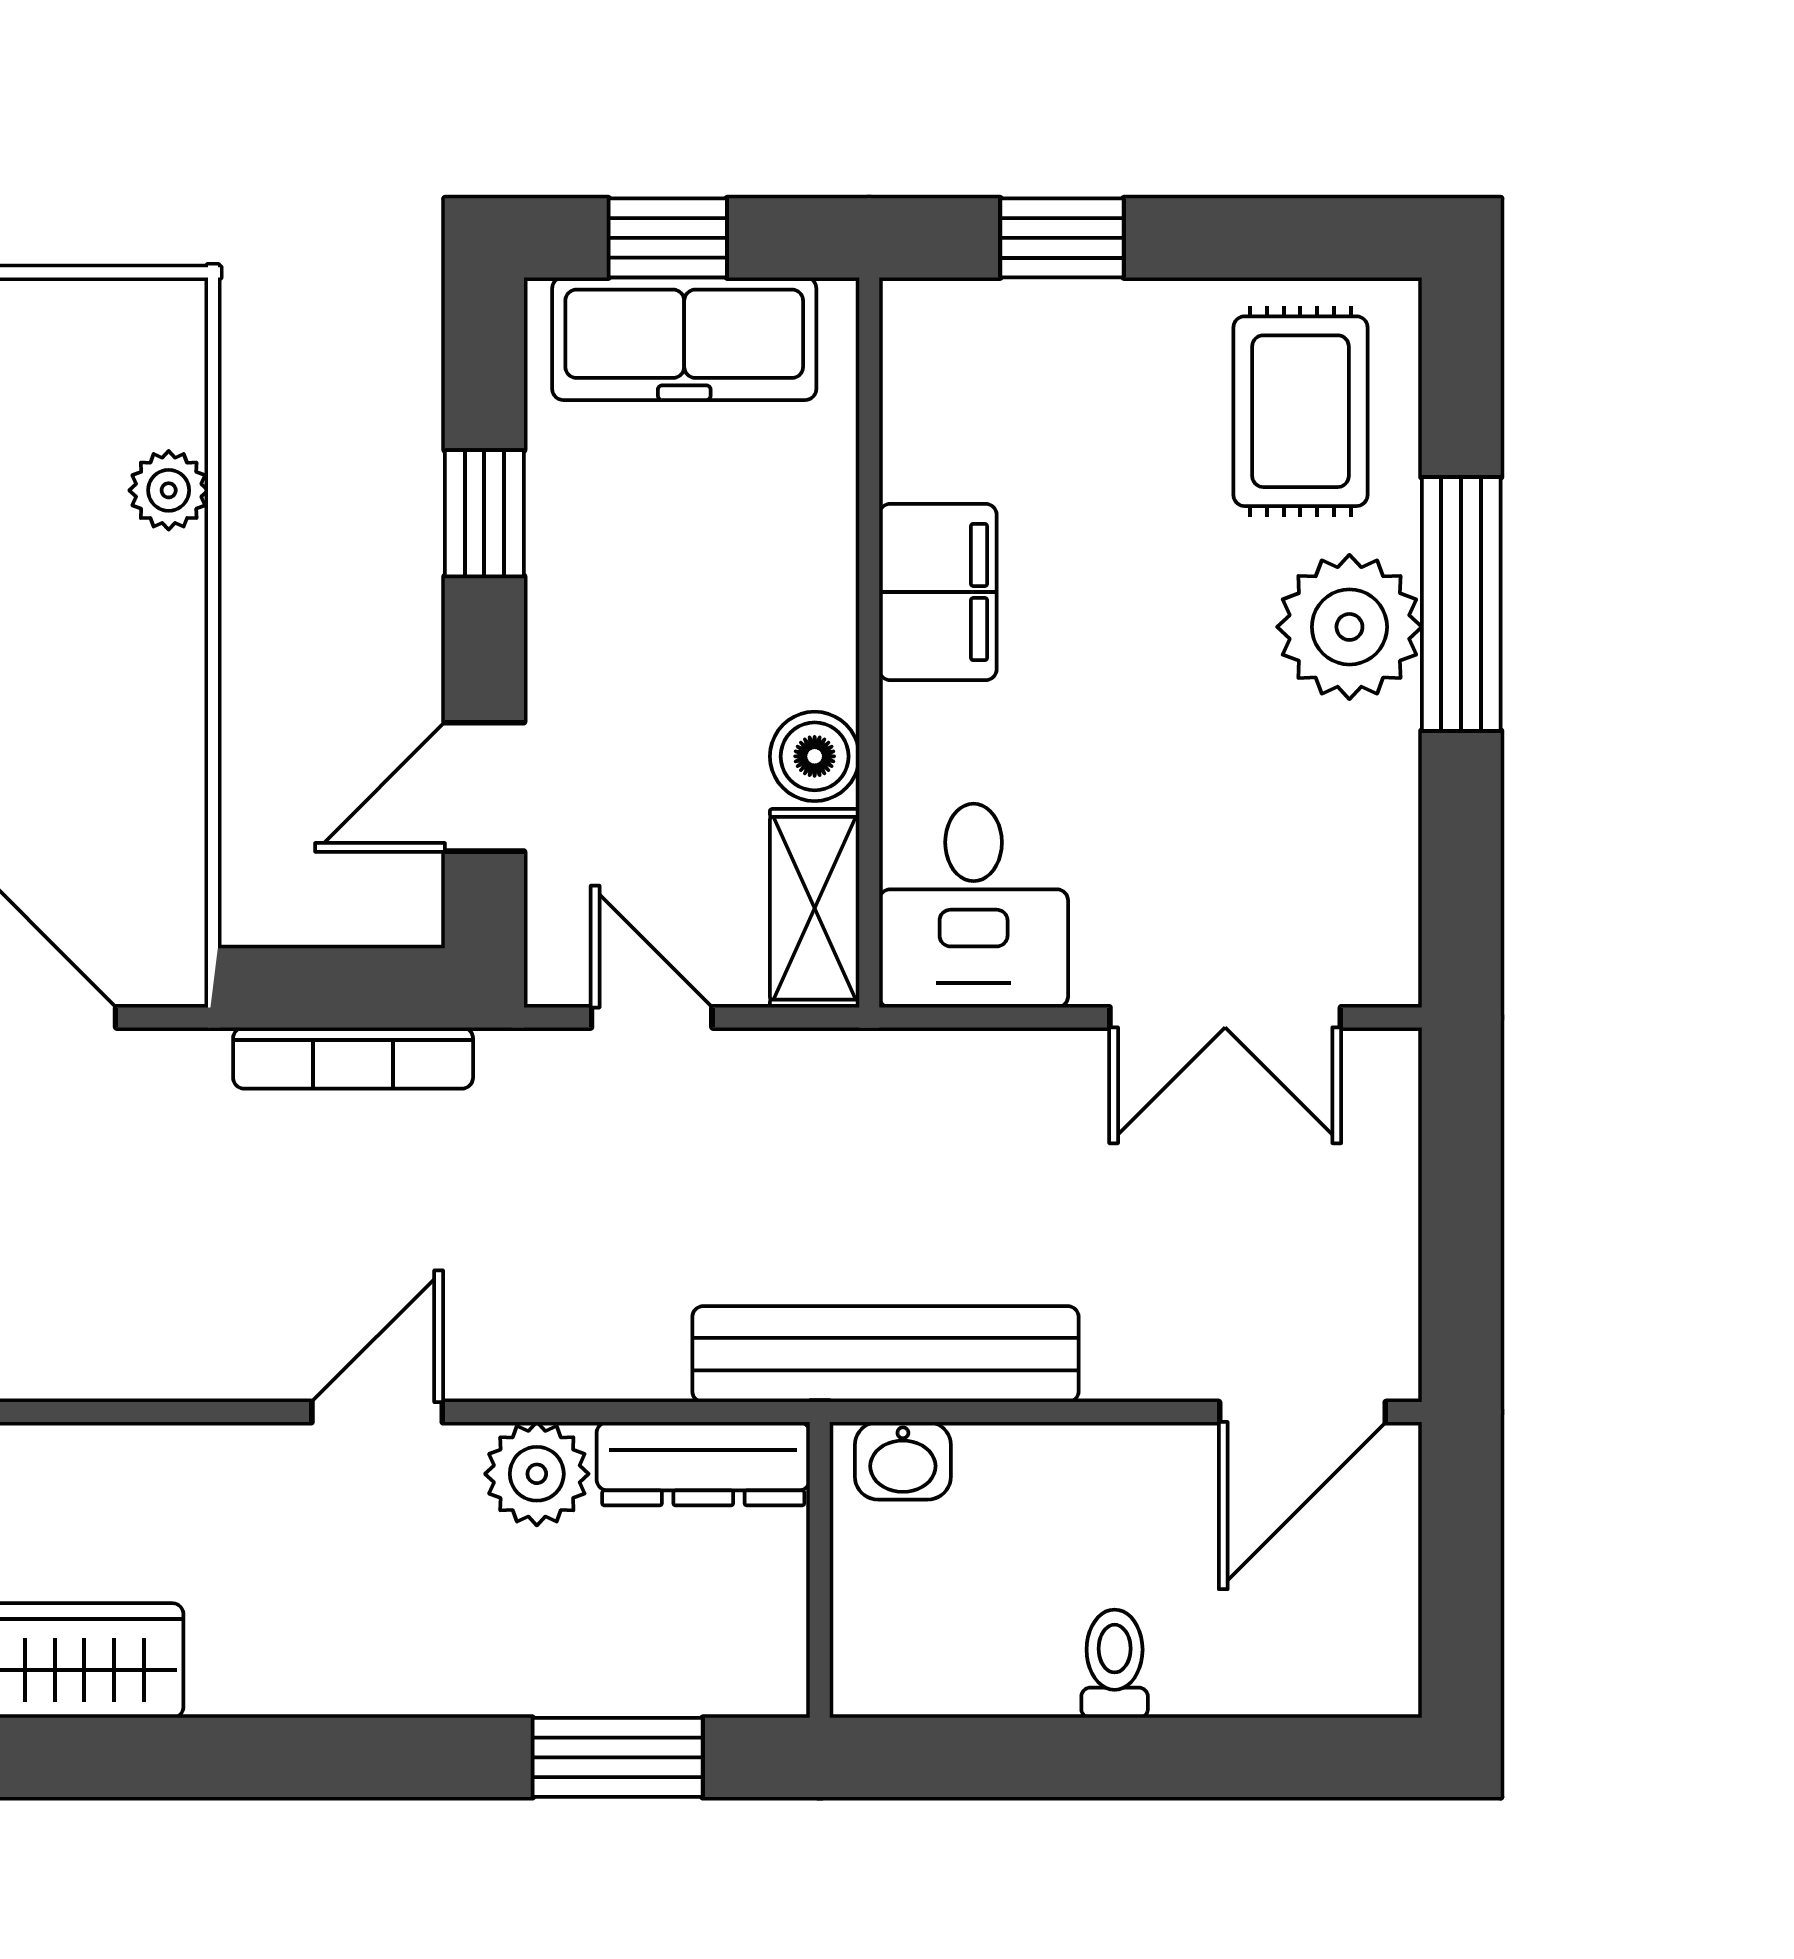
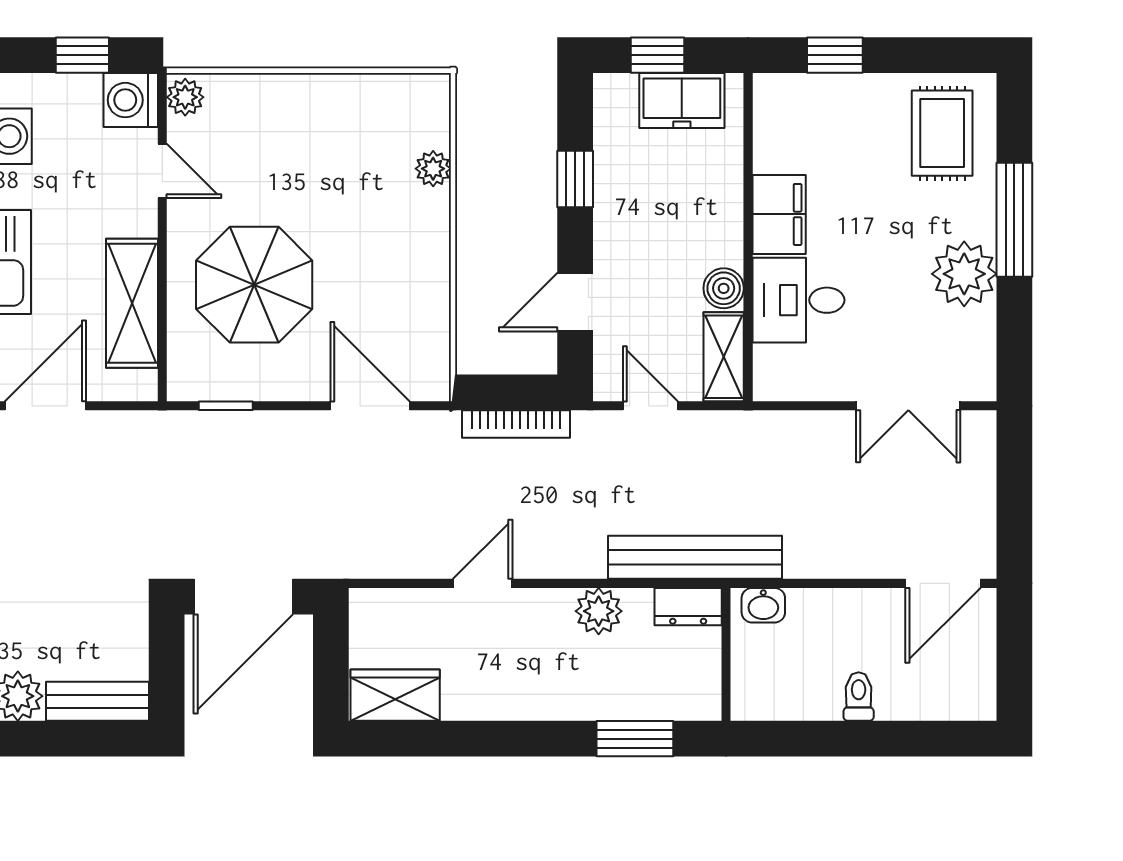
freezer: (684, 339) -> (682, 100), width x0.71
plant: (1349, 627) -> (964, 274), moved
desk: (974, 906) -> (798, 300), moved, turned 90
bench: (885, 1354) -> (695, 557), moved
door: (377, 1412) -> (483, 583), moved
dresser: (703, 1464) -> (688, 607), width x0.70

